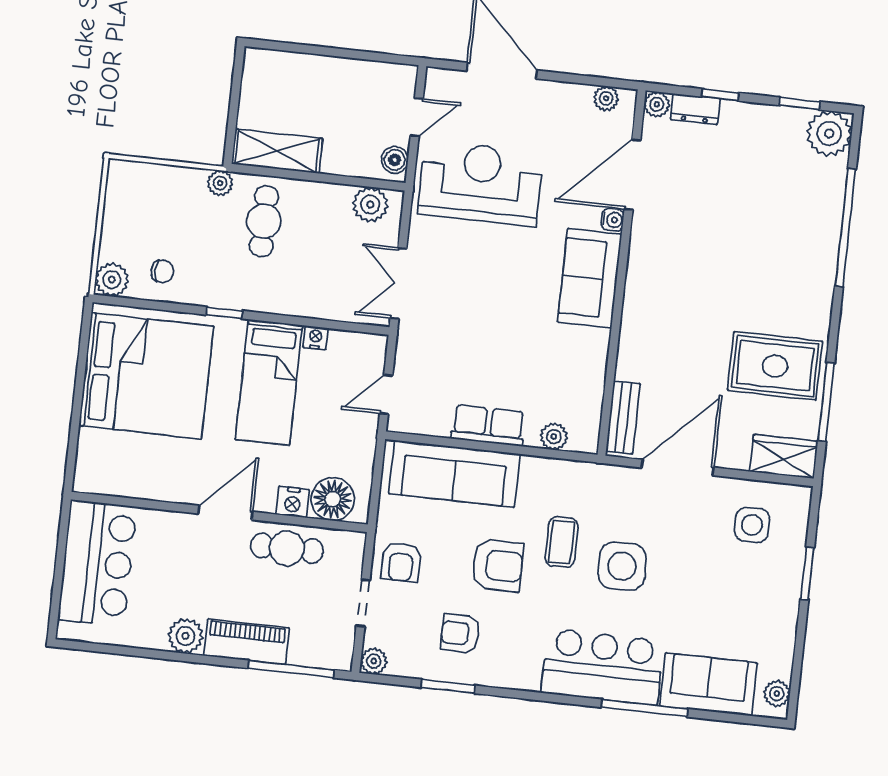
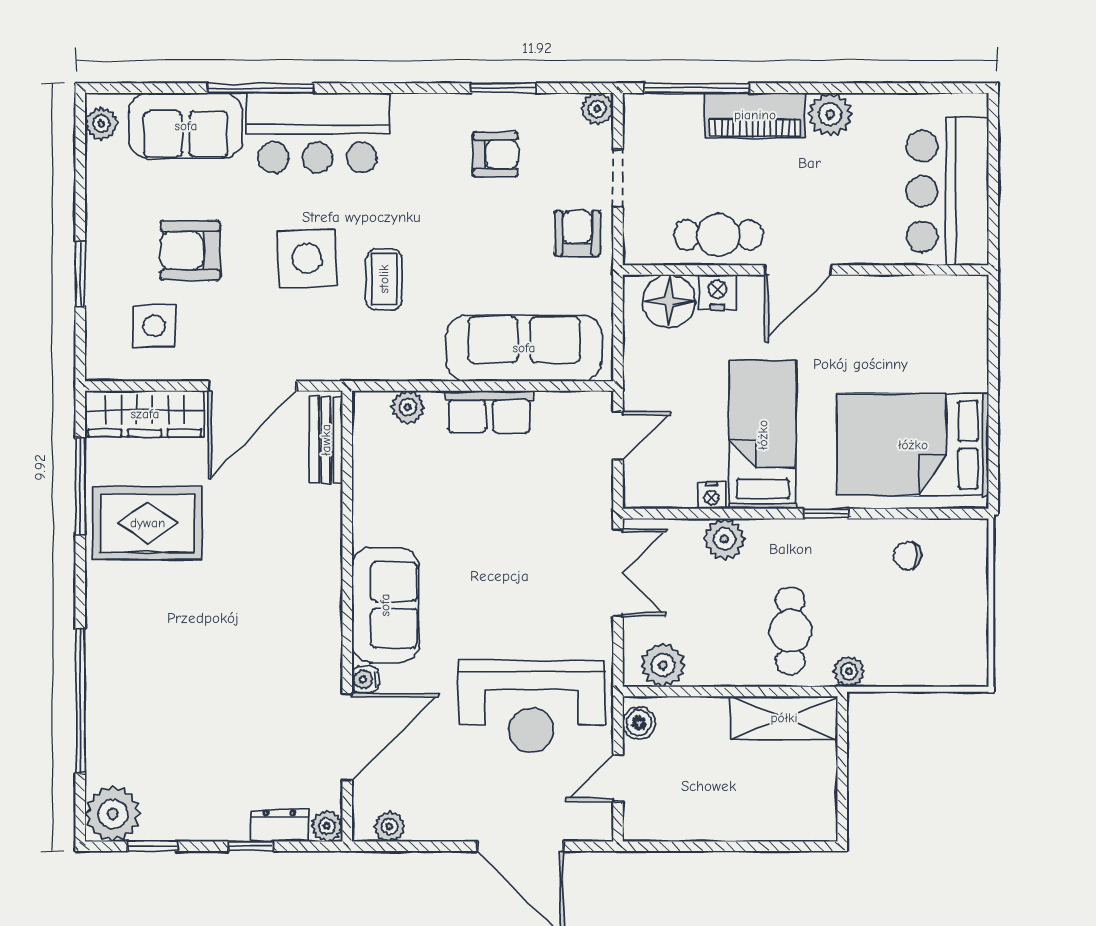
plant: (112, 280) -> (724, 539), moved
bed: (146, 376) -> (913, 445), width x0.73
wardrobe: (784, 456) -> (145, 414), width x1.50
armchair: (497, 565) -> (190, 251), moved

